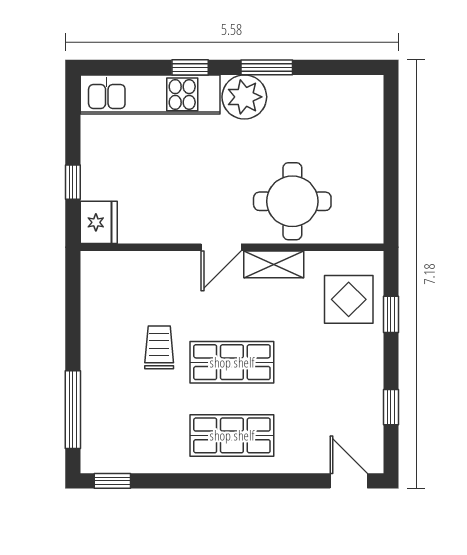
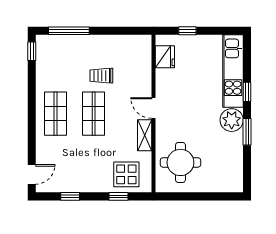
round table: (292, 201) -> (180, 162), moved
fridge: (99, 222) -> (165, 57), moved, turned -90
trolley: (159, 347) -> (101, 76), turned 180

